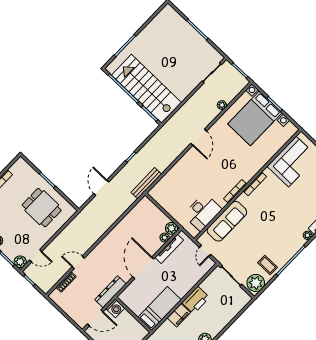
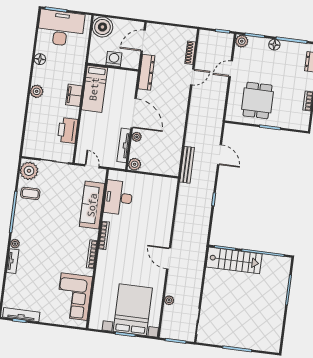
stairs: (147, 89) -> (234, 260), width x0.73, depth x0.66
bench: (146, 183) -> (187, 165), moved
dining table: (42, 208) -> (258, 100), turned 90
plant: (165, 238) -> (137, 137), moved
door: (36, 256) -> (231, 69), moved
printer: (196, 300) -> (68, 130), moved
washing machine: (115, 308) -> (114, 59), moved, turned 90

